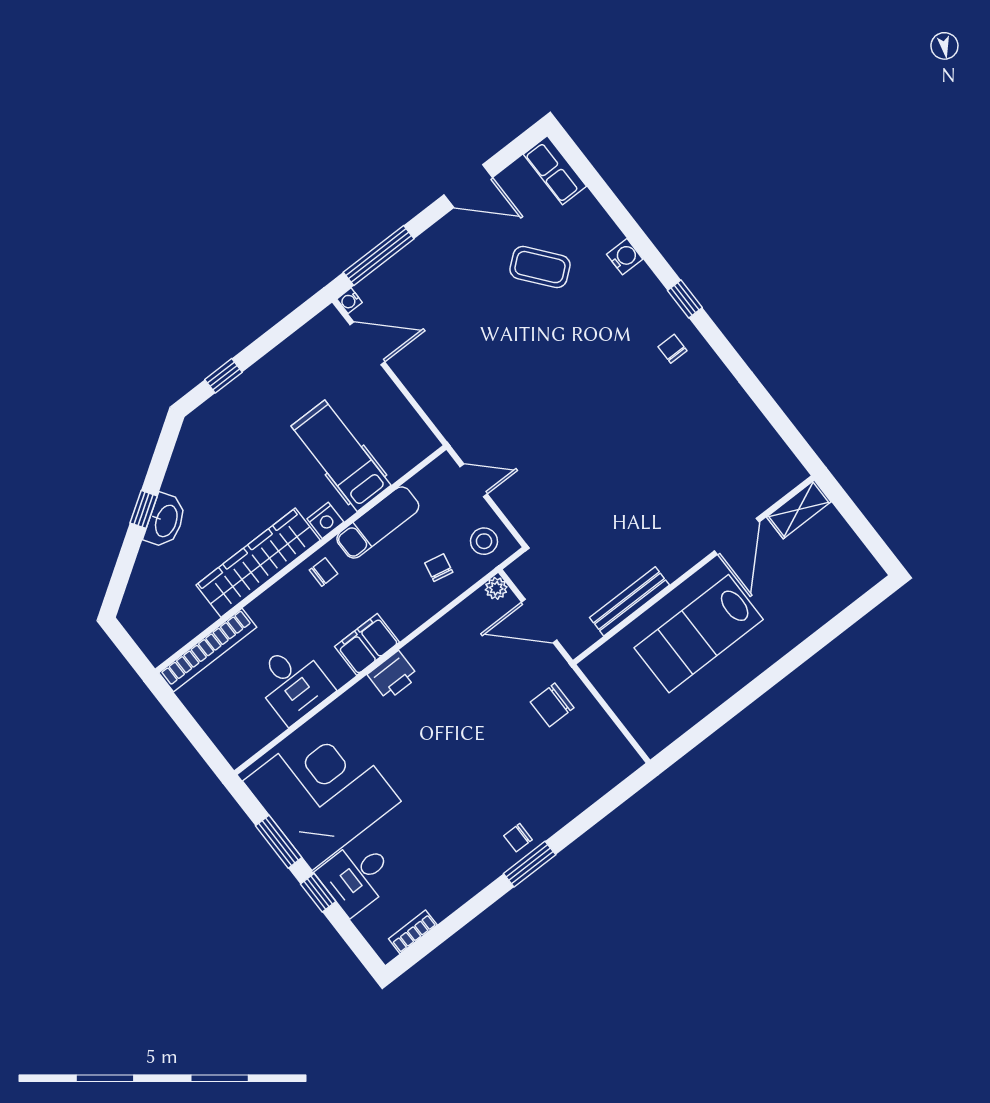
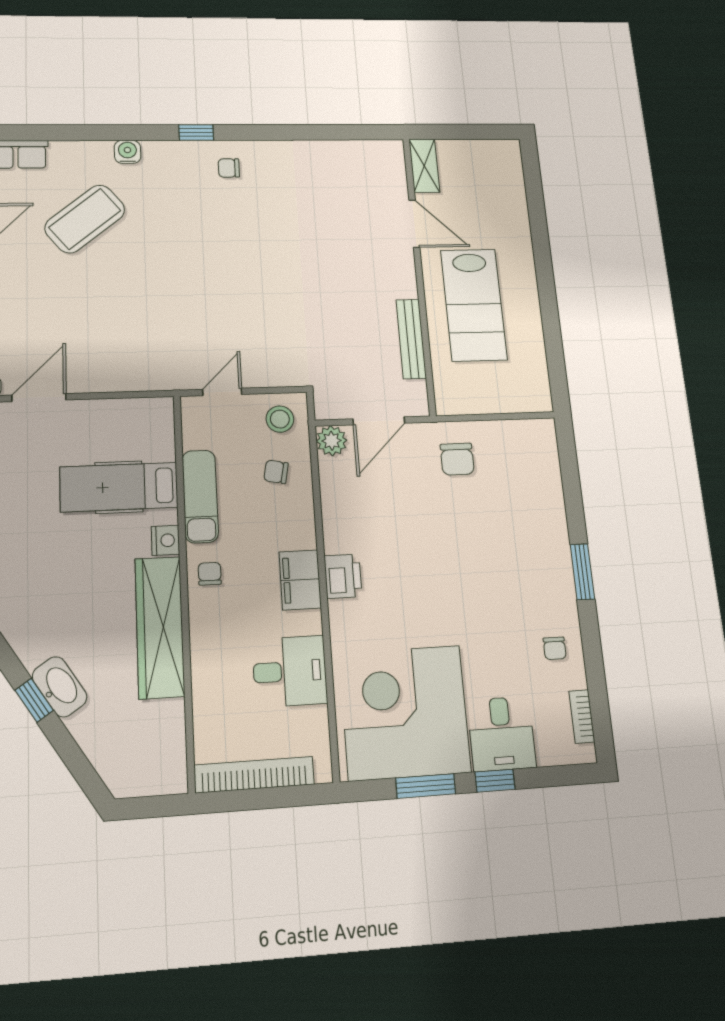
coffee table: (540, 267) -> (85, 219), width x1.36, depth x1.32
plant: (496, 588) -> (332, 441), width x1.38, depth x1.38
bookcase: (208, 650) -> (254, 775), moved, turned -90
chair: (518, 838) -> (555, 648), moved

